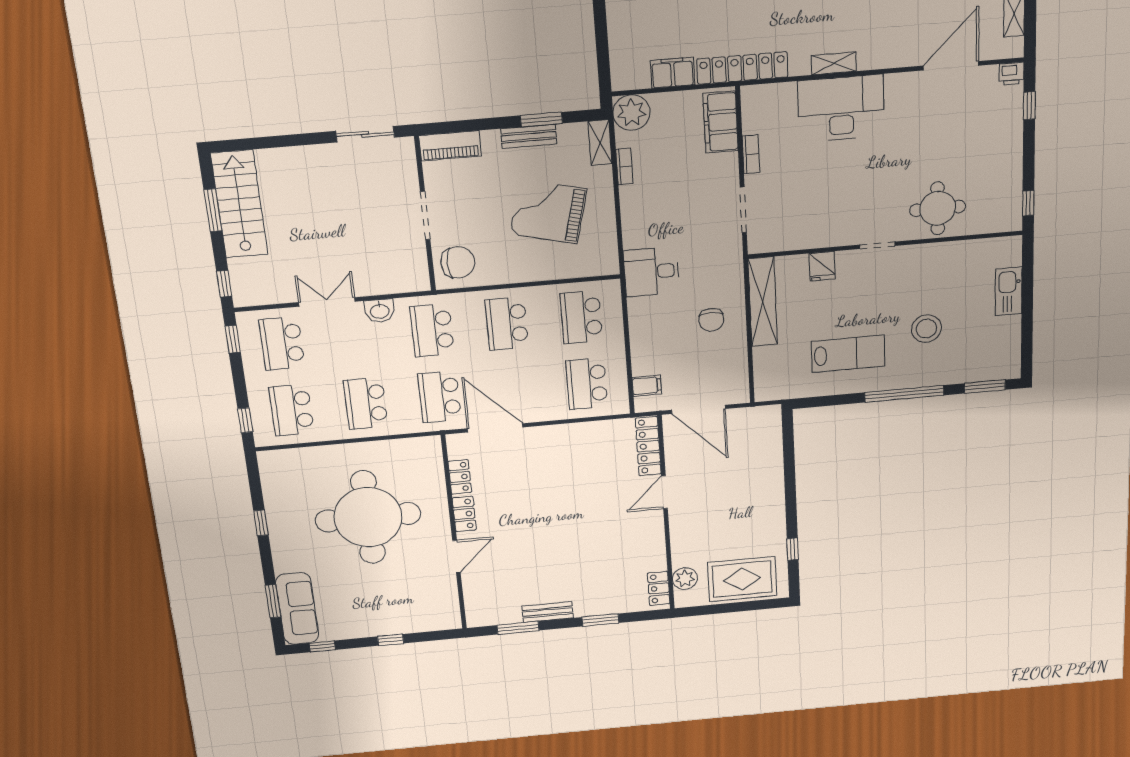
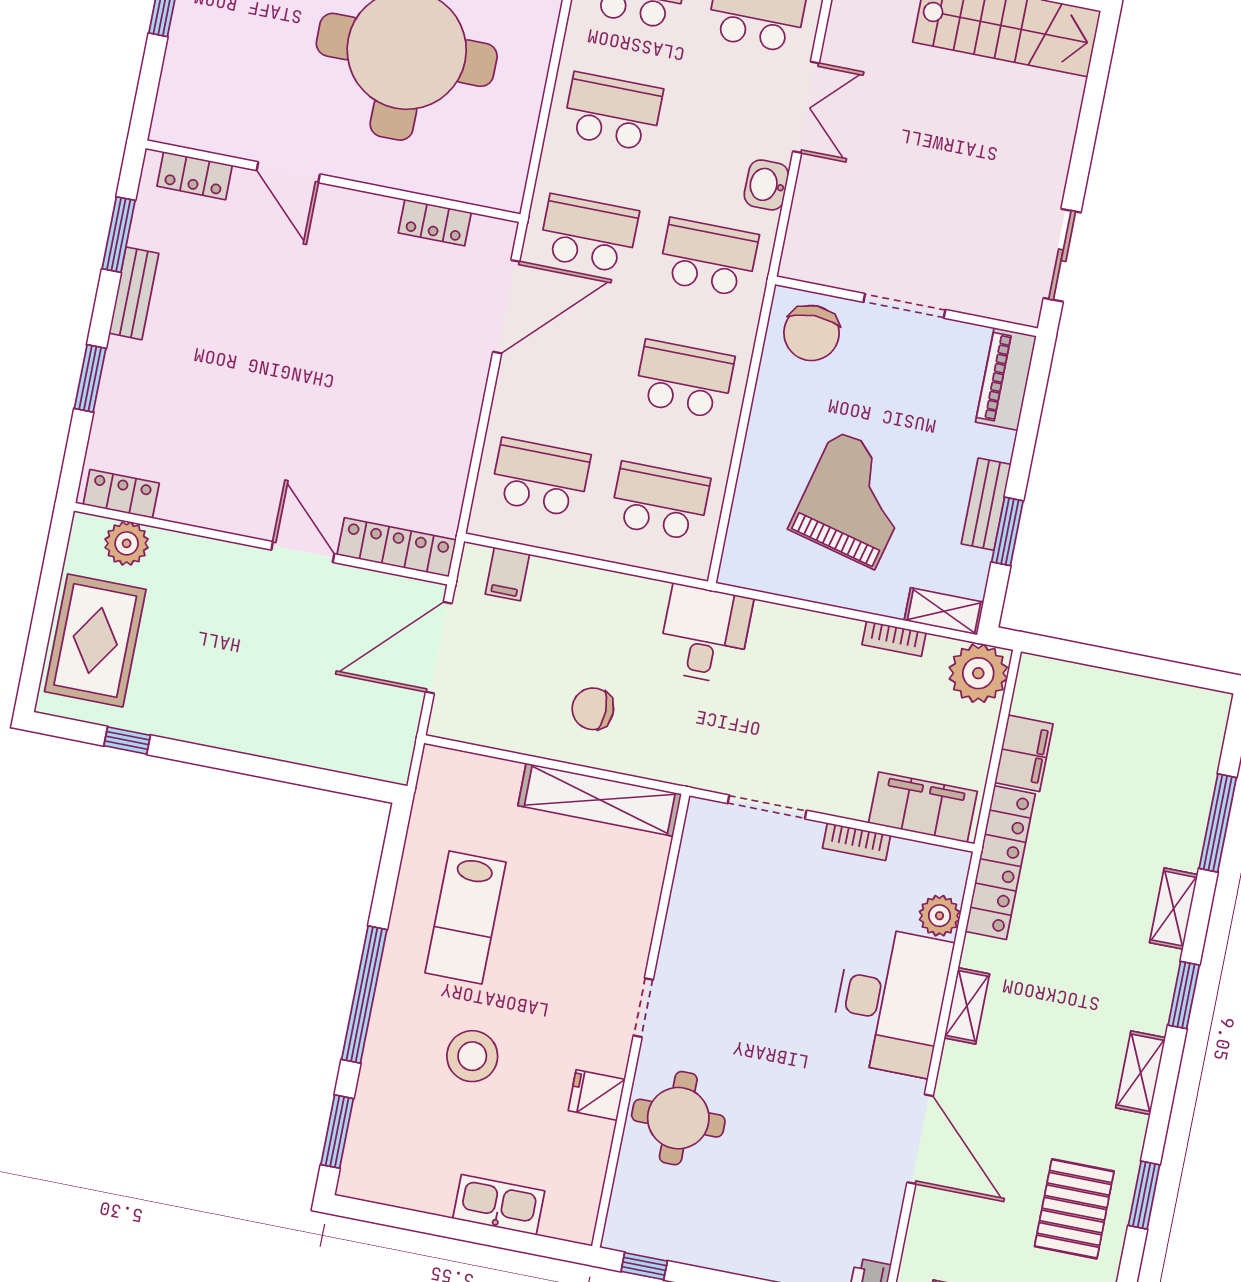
door: (951, 66) -> (920, 1139), moved
plant: (783, 94) -> (939, 916), added
fridge: (822, 266) -> (597, 1095), moved
locker: (464, 514) -> (195, 176), moved

